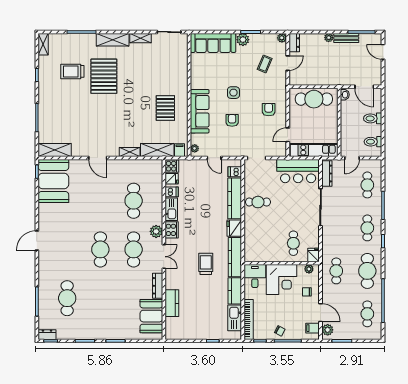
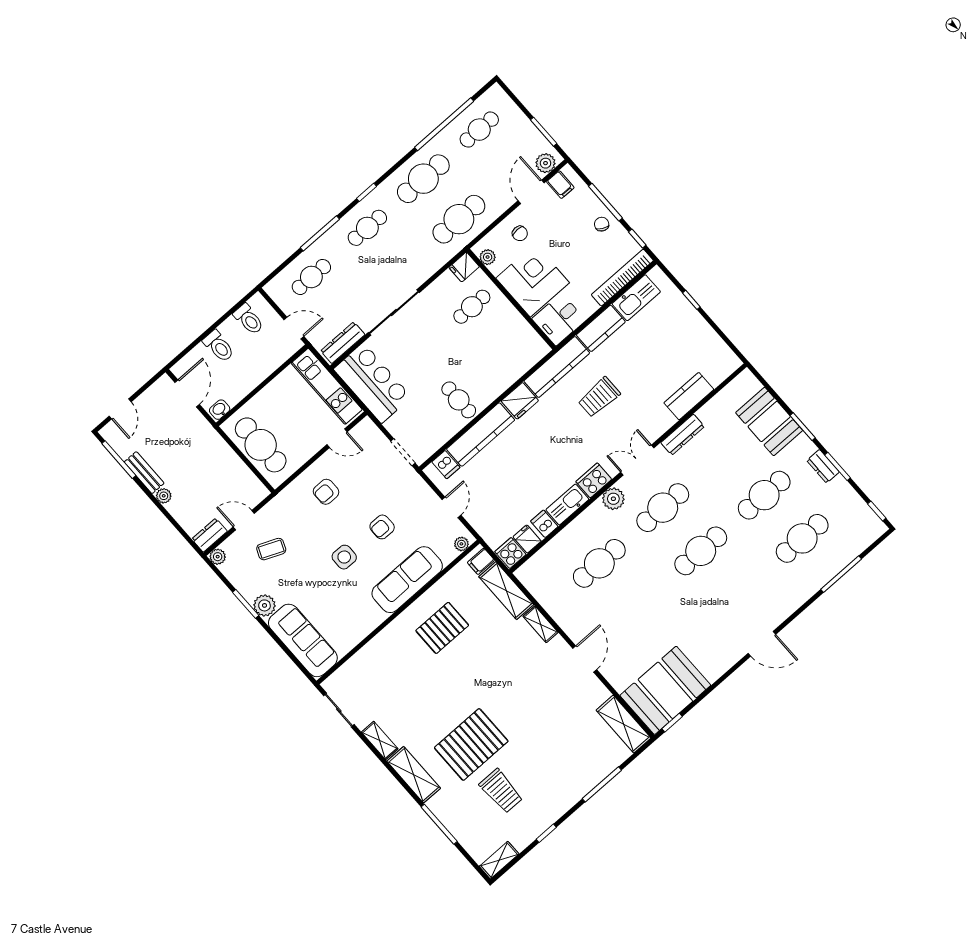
cafe table: (336, 271) -> (459, 219), width x1.37, depth x1.35
cafe table: (100, 298) -> (764, 495), added
booth: (151, 316) -> (769, 422), moved, turned 90
dresser: (47, 335) -> (823, 466), moved

